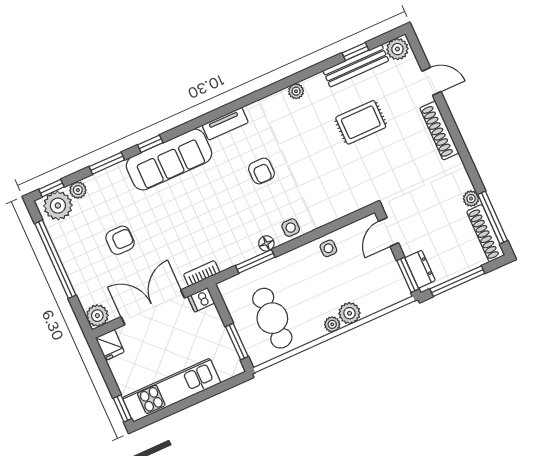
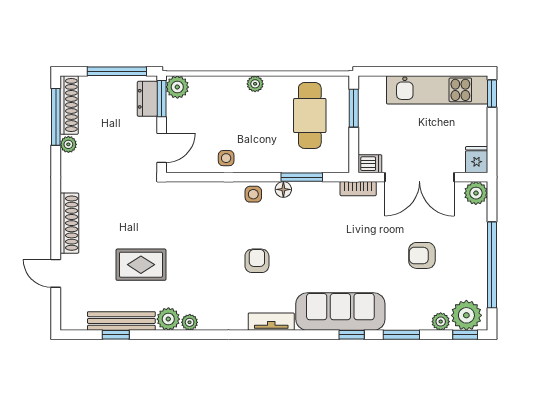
plant: (397, 49) -> (168, 319), moved
plant: (349, 313) -> (177, 87), moved

